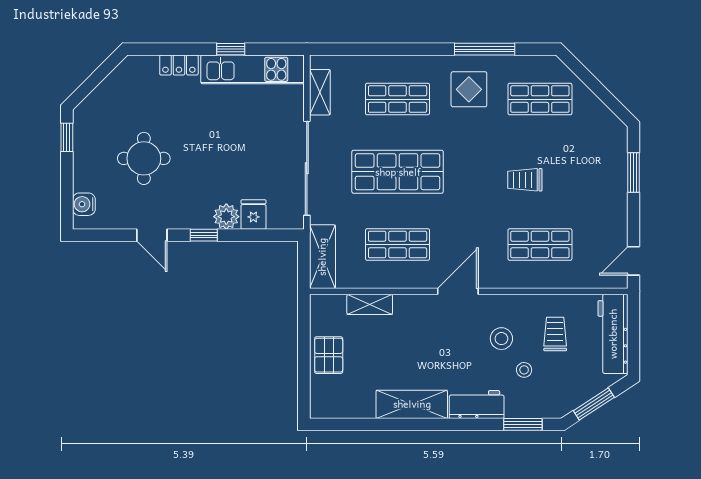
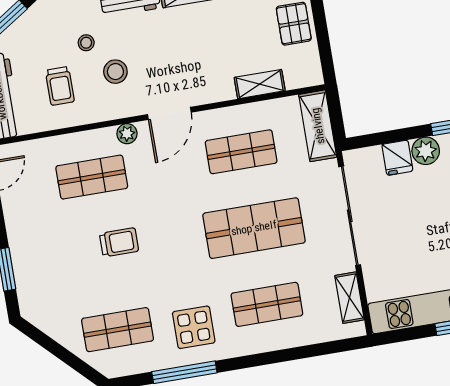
plant: (500, 279) -> (127, 134), added

